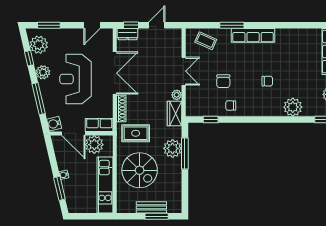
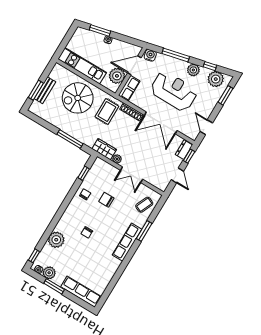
plant: (173, 148) -> (79, 132), removed

